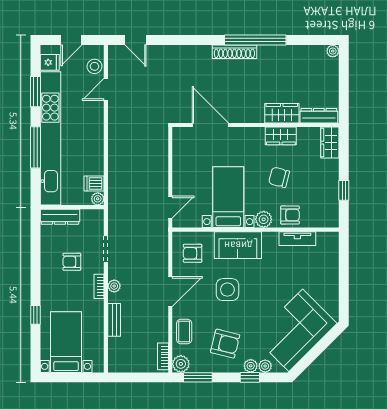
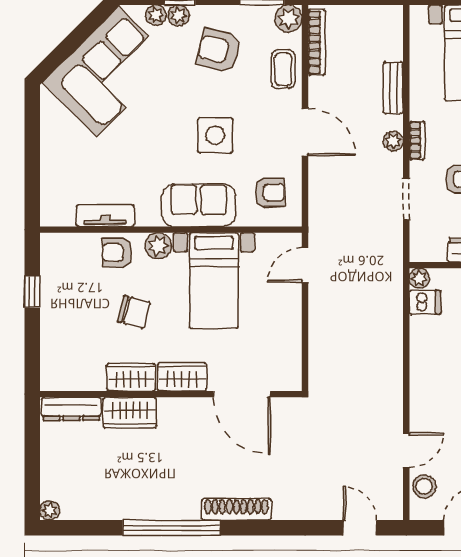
shoe rack: (234, 52) -> (236, 509), moved
wardrobe: (330, 143) -> (182, 377), moved, turned -90
door: (170, 292) -> (305, 132), swing flipped
bookcase: (163, 356) -> (317, 42), width x1.56

